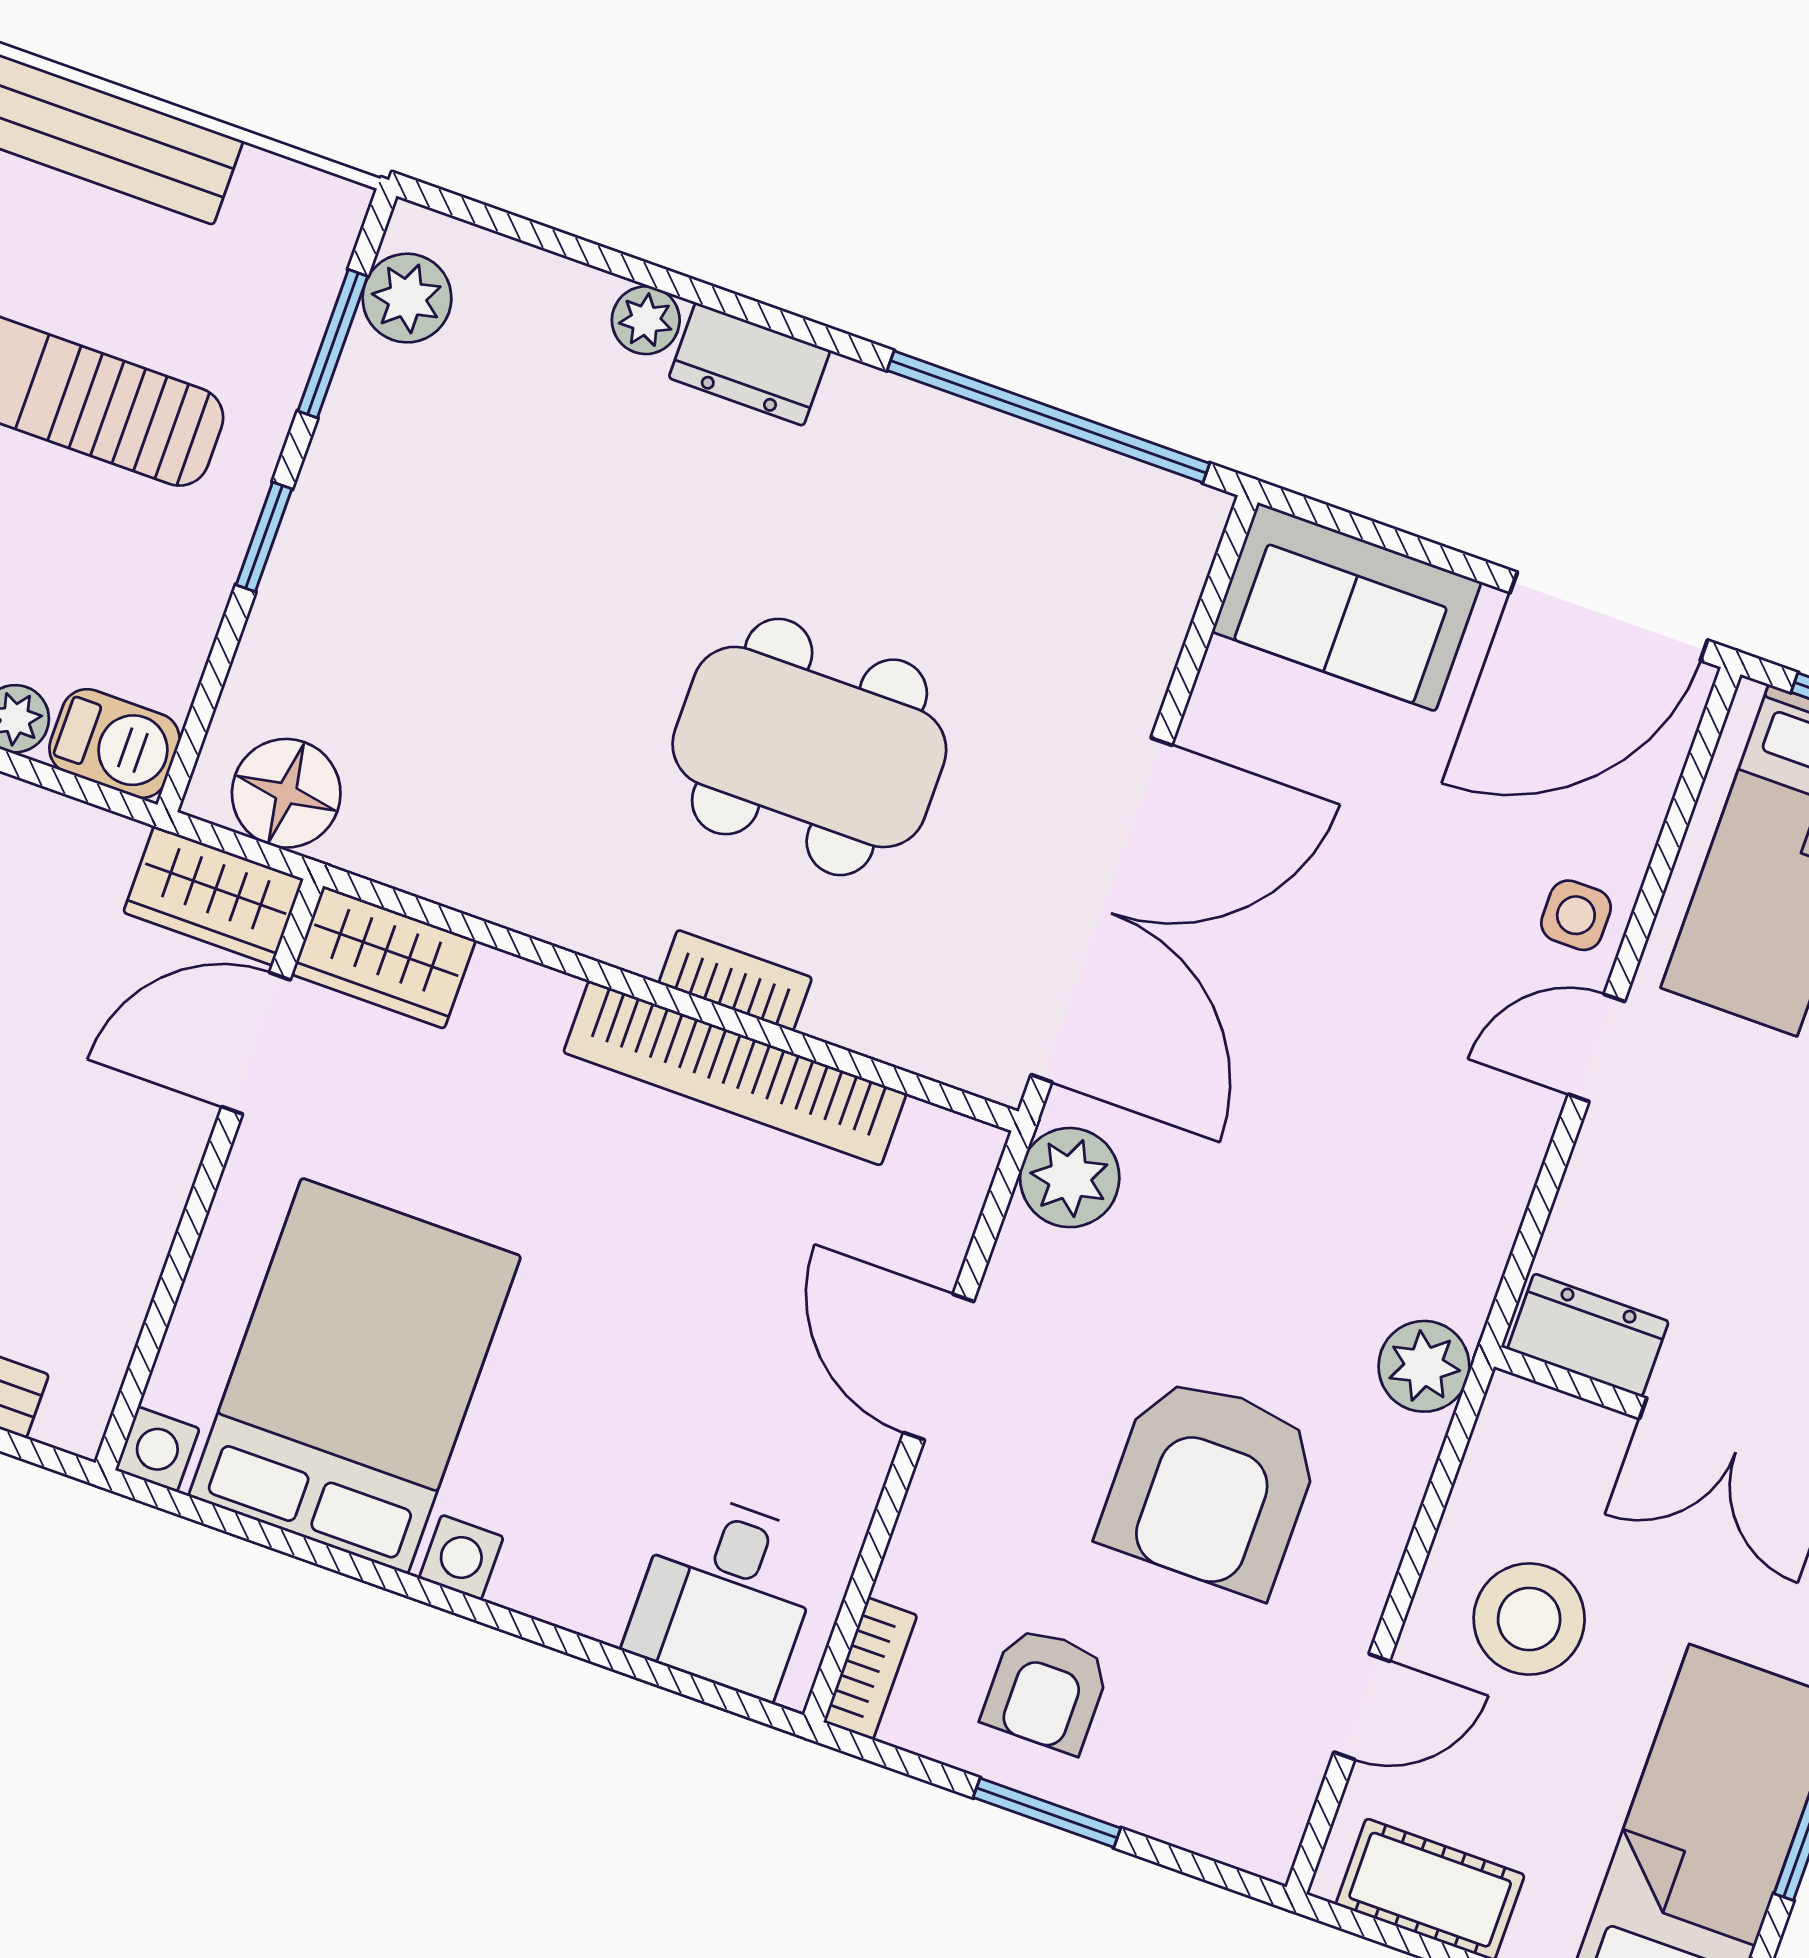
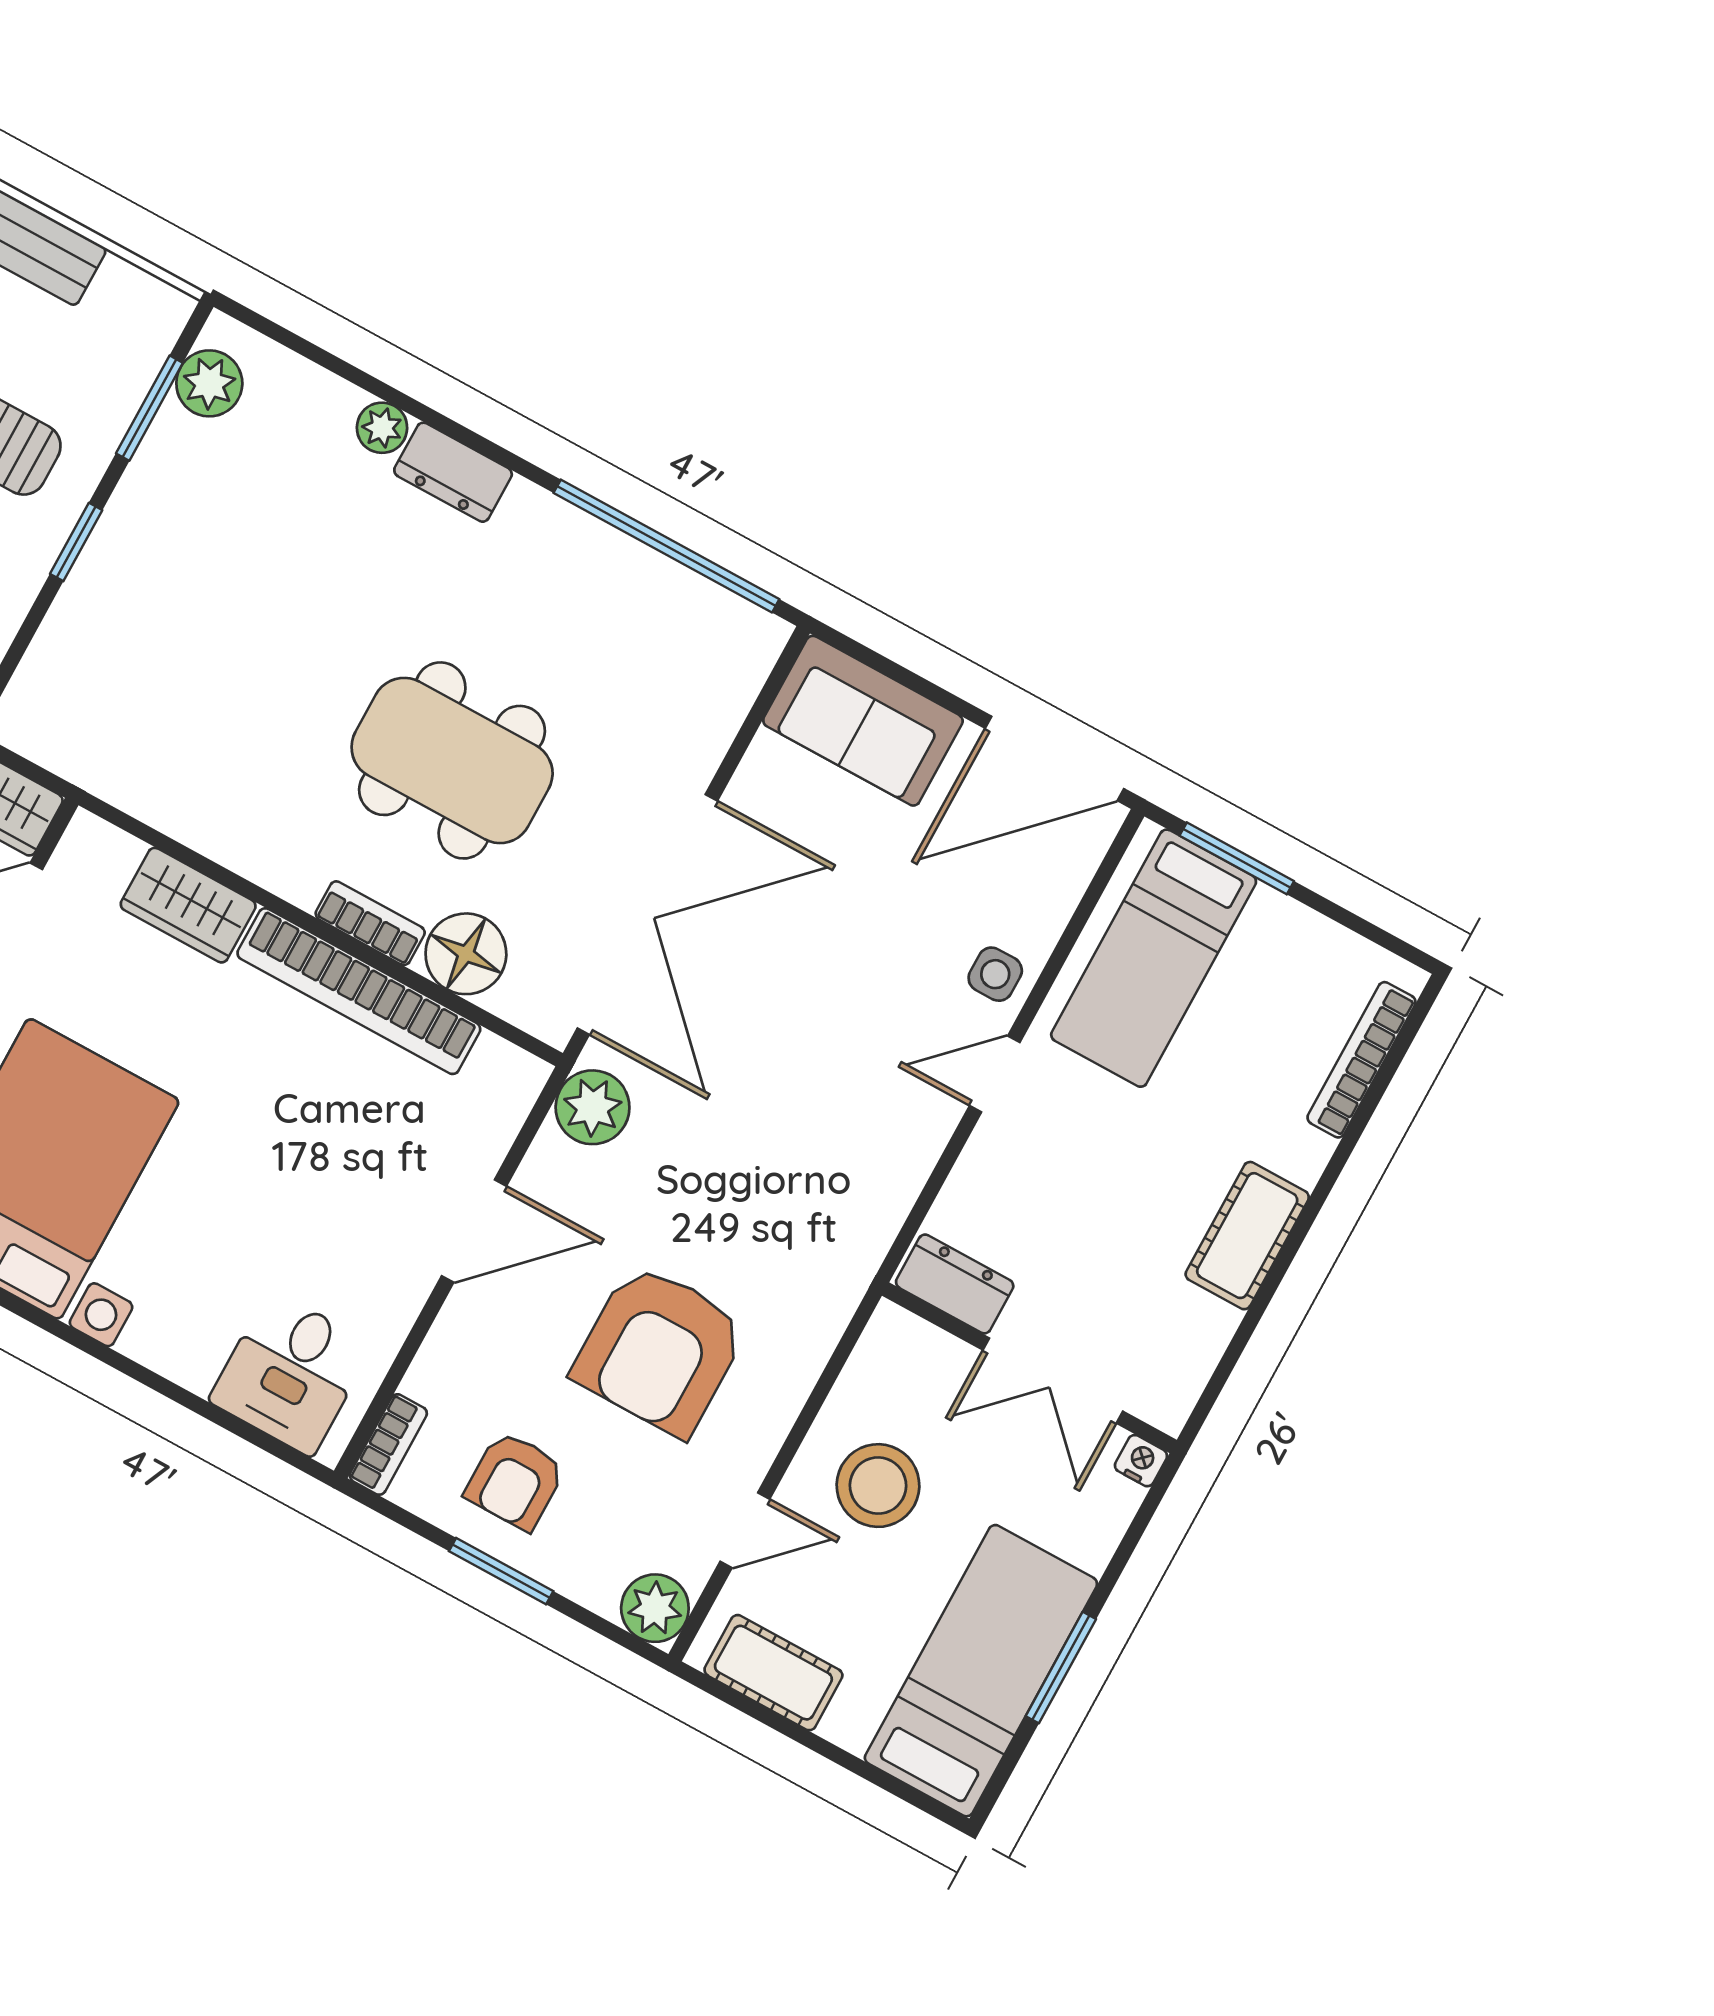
floor lamp: (286, 793) -> (466, 954), moved
wardrobe: (384, 957) -> (188, 905), moved
plant: (1424, 1366) -> (655, 1608), moved
door: (939, 1367) -> (474, 1231), swing flipped

